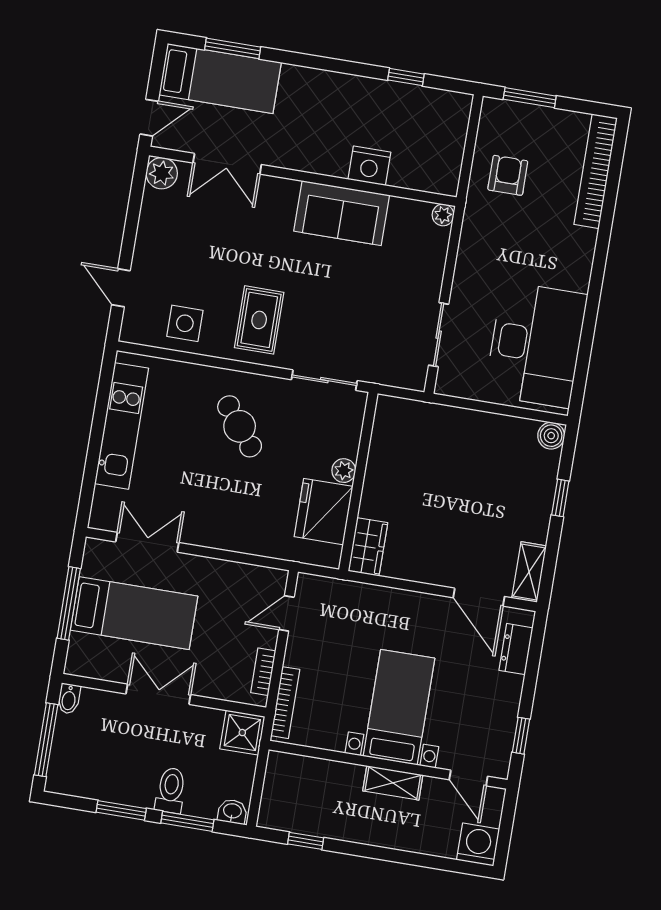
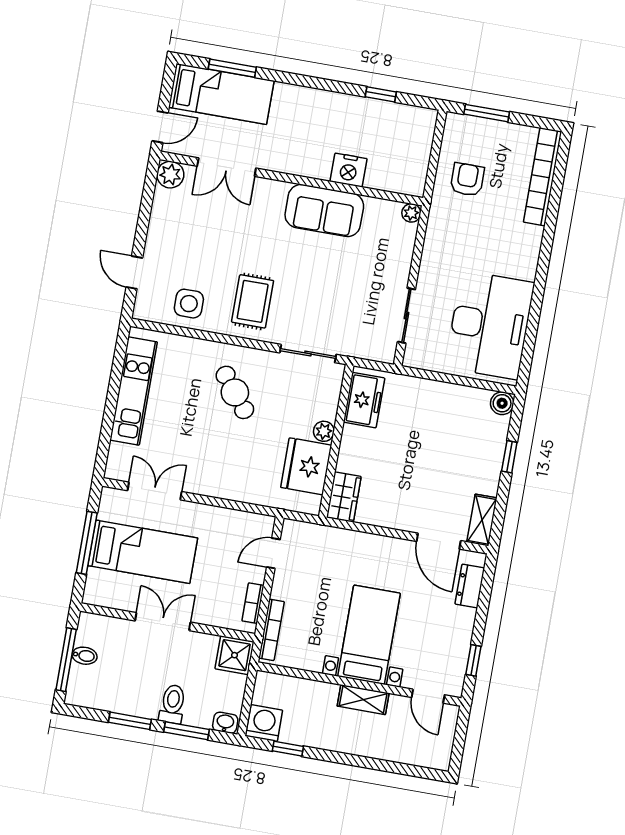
freezer: (390, 434) -> (364, 400), added
bidet: (69, 699) -> (85, 656), moved, turned -90
washing machine: (478, 845) -> (264, 723), moved

